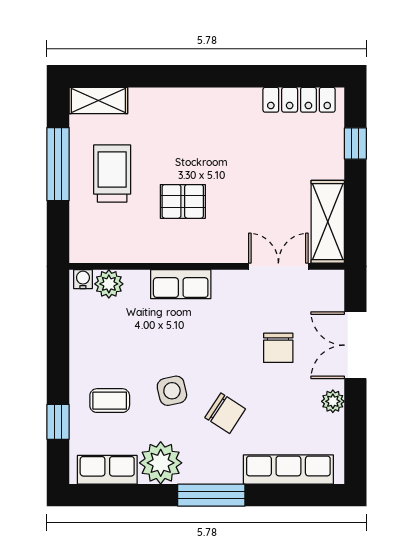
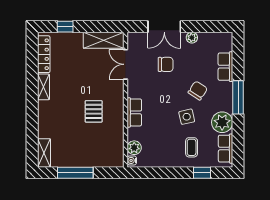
shelving: (233, 99) -> (43, 87), added
trolley: (112, 173) -> (80, 146), removed
row of seats: (288, 469) -> (225, 67), width x0.68

